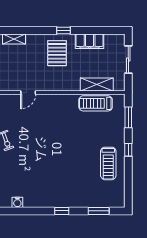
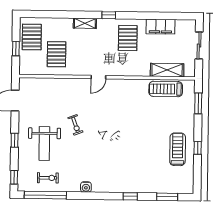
window: (64, 30) -> (109, 15), moved
window: (128, 150) -> (198, 148), moved
treadmill: (108, 163) -> (178, 149), turned 180

